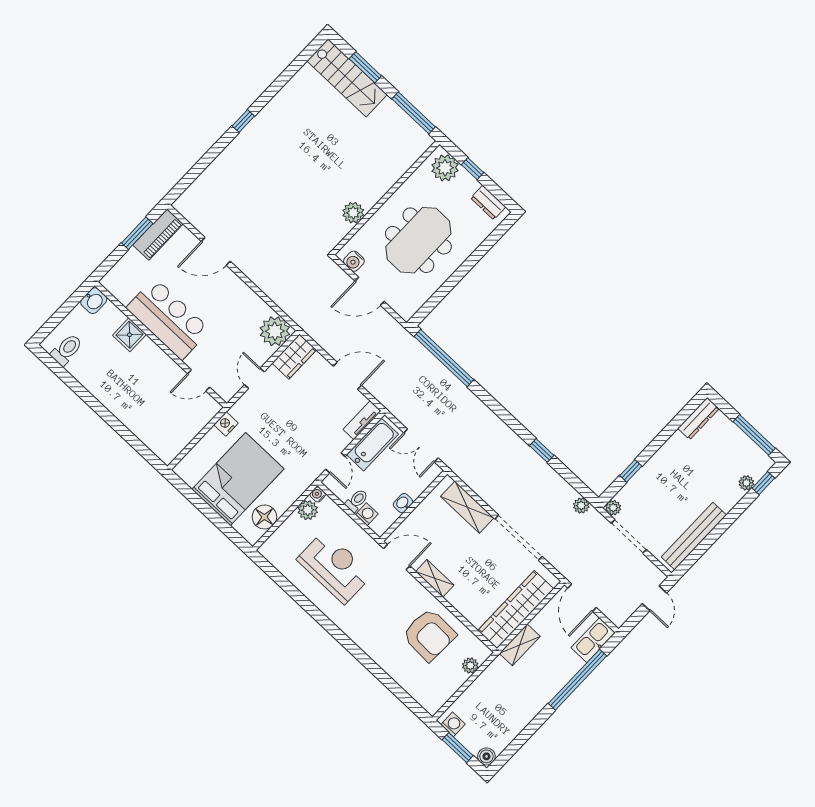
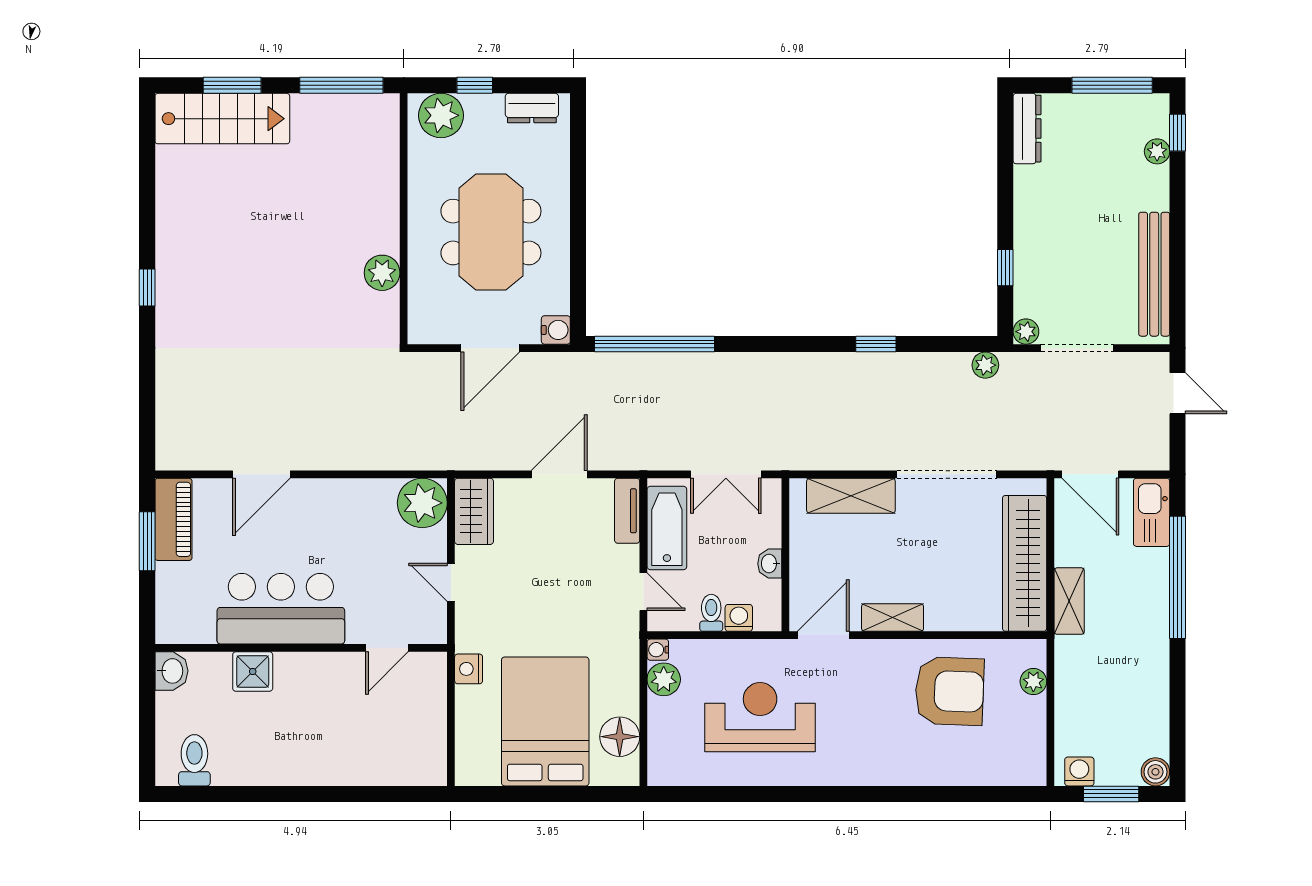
water cooler: (354, 261) -> (556, 330), moved, turned -90

